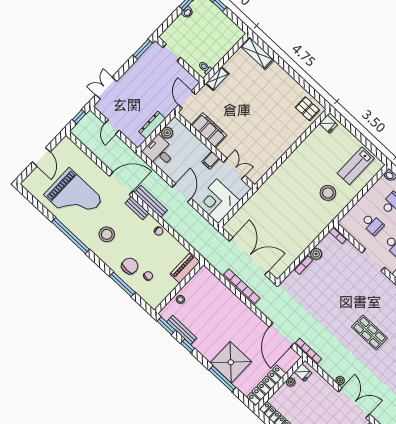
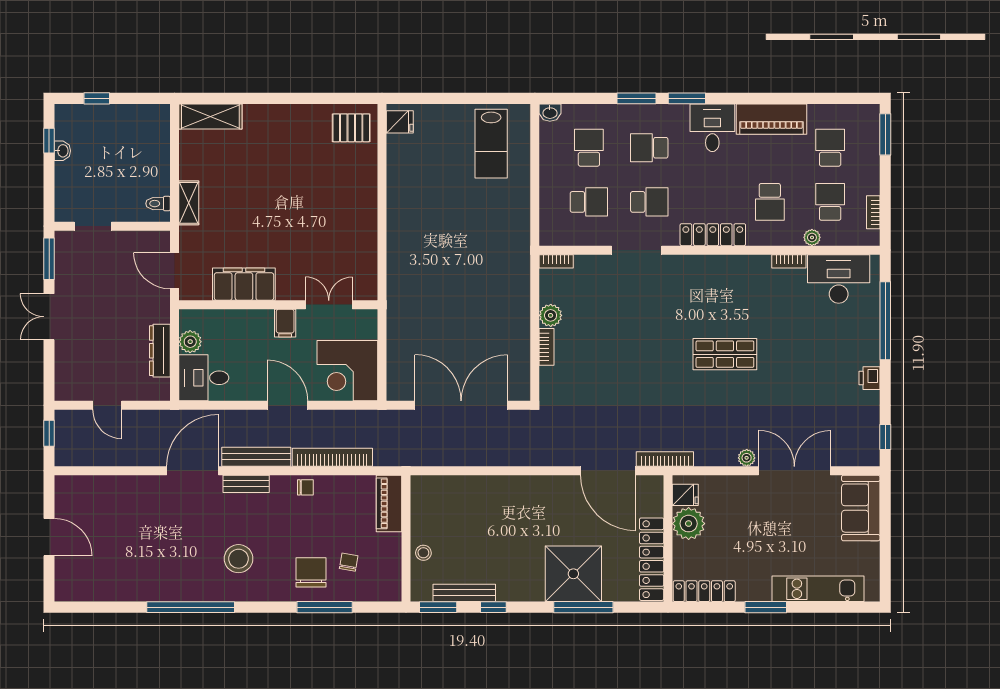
double door: (106, 88) -> (49, 317), moved
stool: (328, 193) -> (488, 217), removed
grand piano: (73, 197) -> (145, 551), removed
bookcase: (241, 287) -> (332, 457), moved
plant: (291, 382) -> (689, 524), width x1.87, depth x1.87

